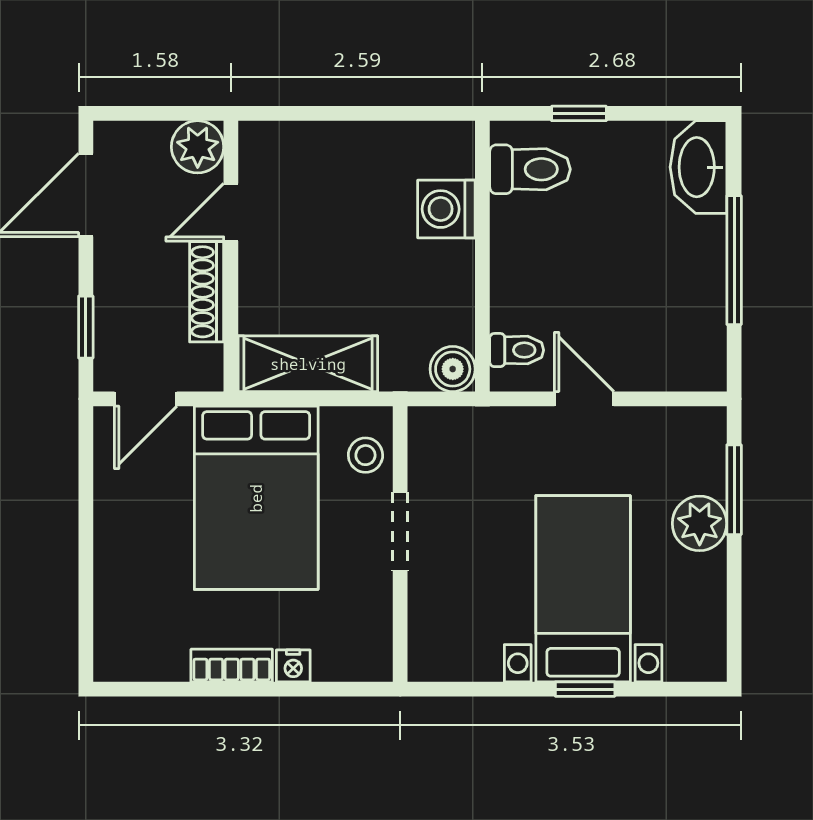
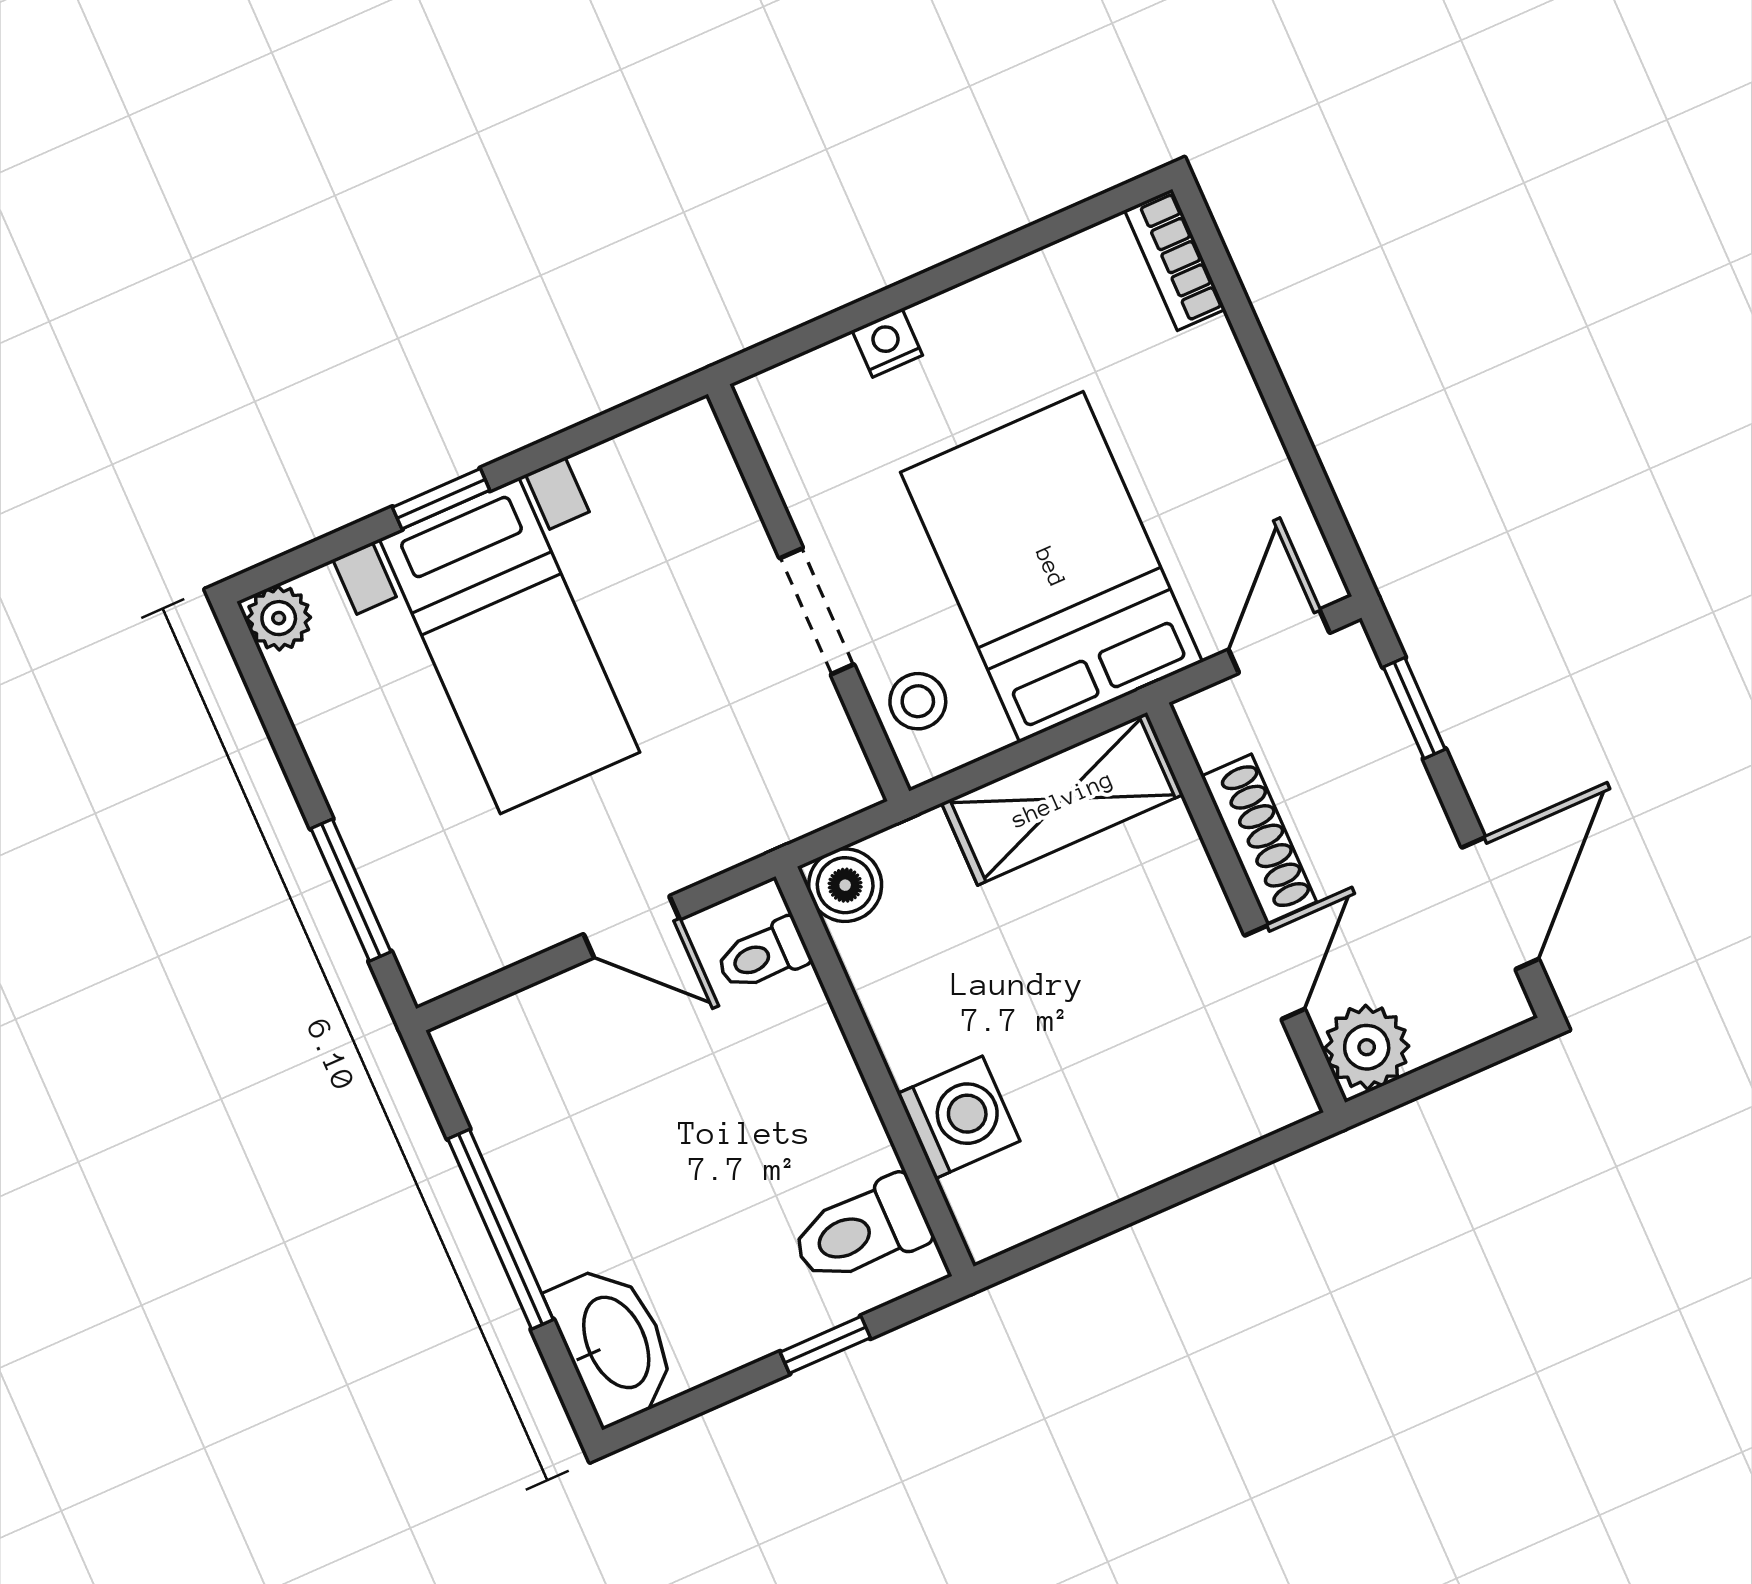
plant: (700, 523) -> (279, 618), moved, width x0.73, depth x0.73
bookcase: (232, 666) -> (1175, 260), moved, turned 90

